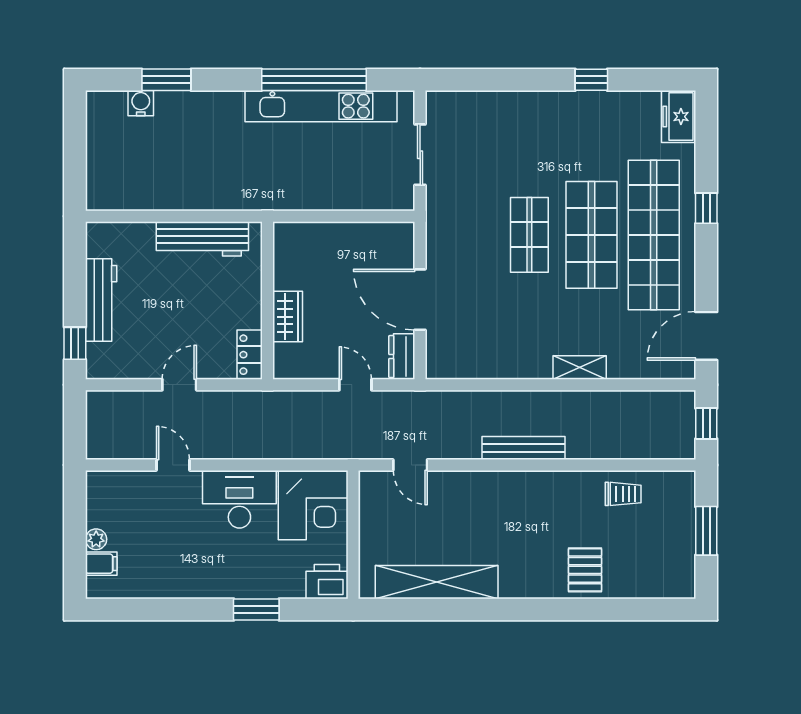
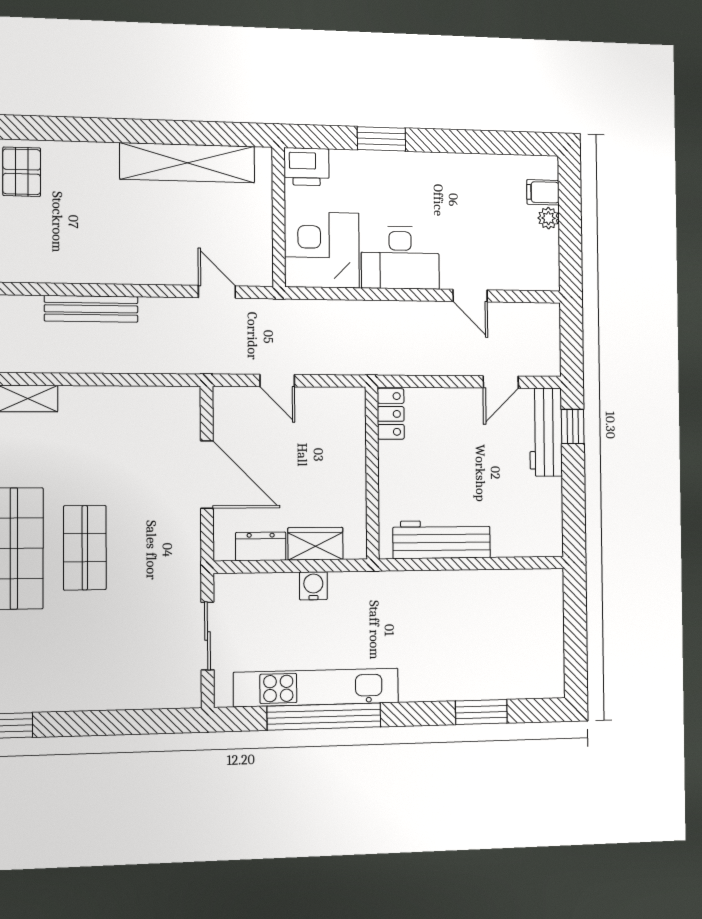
water cooler: (141, 103) -> (313, 586), moved, turned 180
workbench: (101, 300) -> (546, 432), moved
wardrobe: (288, 317) -> (315, 544), moved, turned 90
dresser: (402, 357) -> (261, 546), moved, turned -90
door: (179, 385) -> (501, 382), moved

